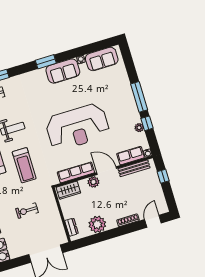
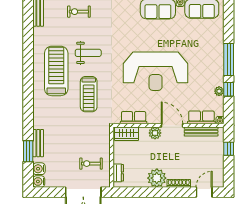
row of seats: (76, 172) -> (134, 118), width x0.68
exercise bike: (27, 211) -> (91, 164), moved
plant: (97, 224) -> (157, 178), moved

